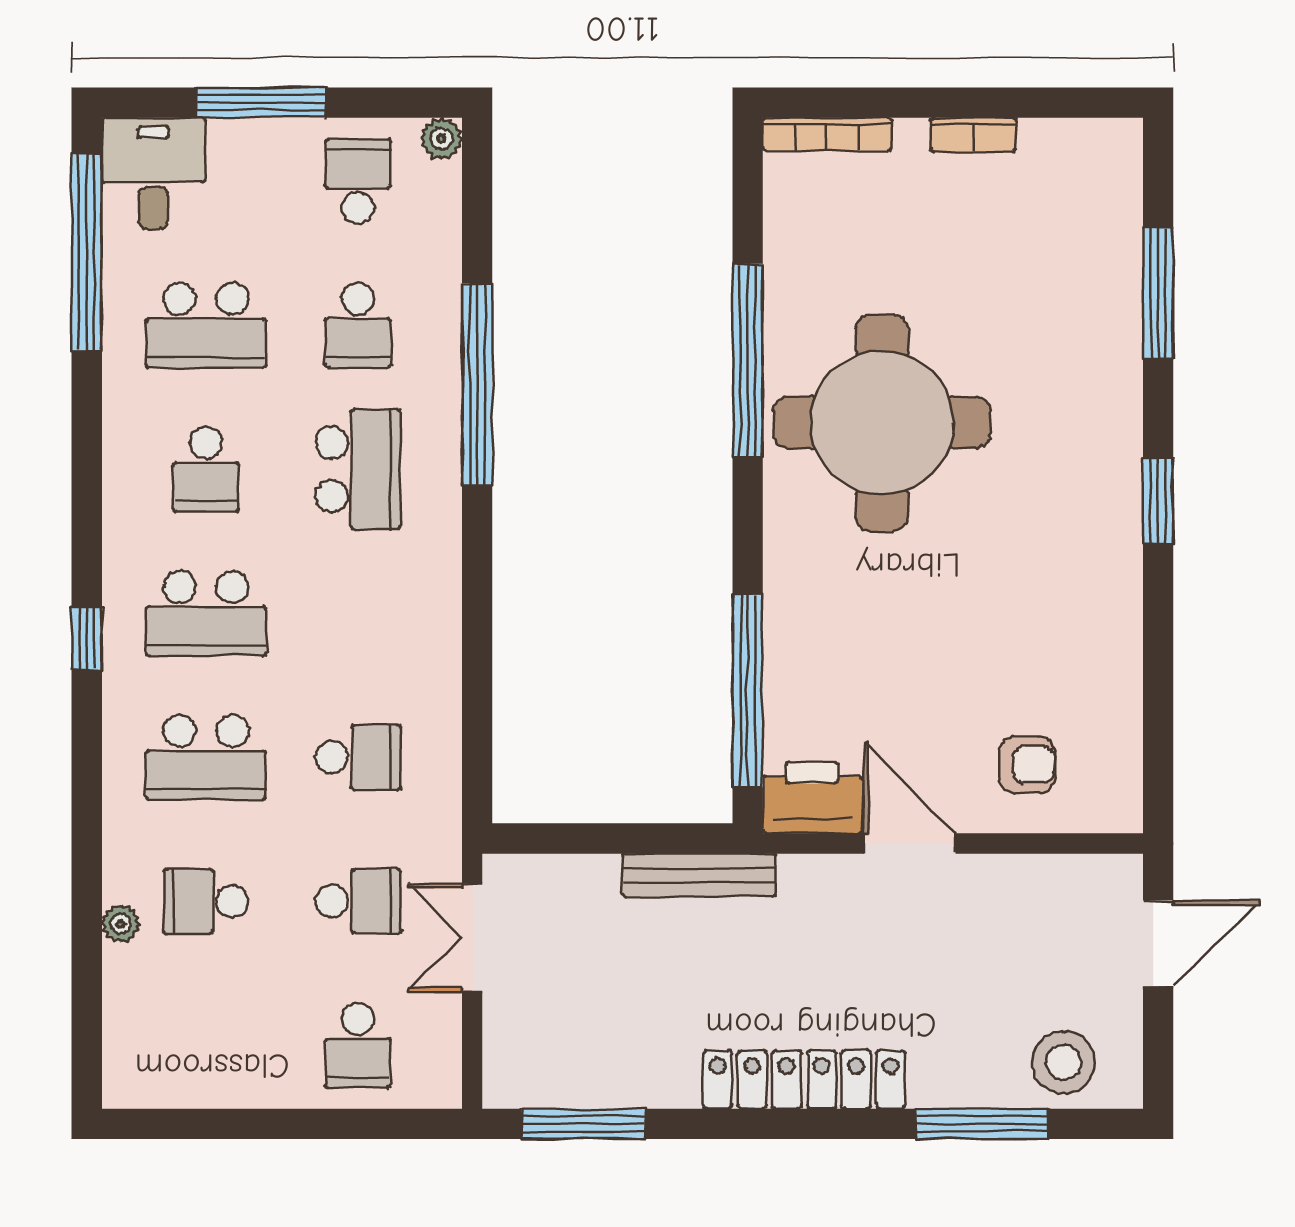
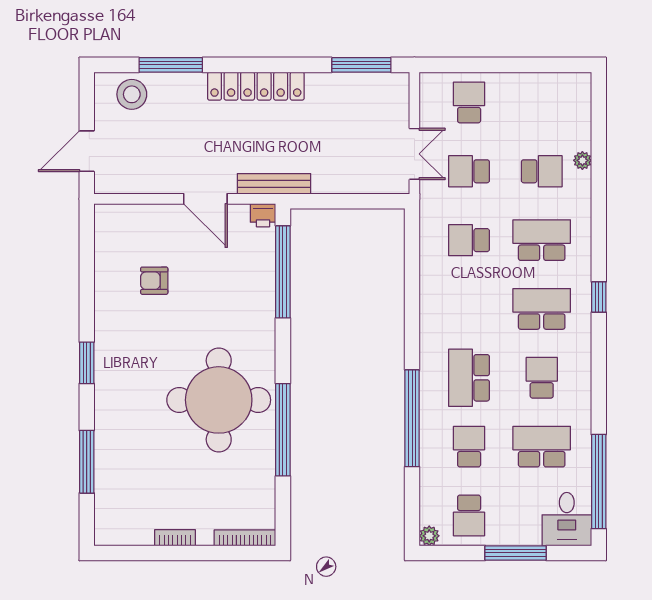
armchair: (1027, 765) -> (154, 281), moved
printer: (812, 798) -> (263, 215), width x0.53, depth x0.68
bench: (699, 875) -> (274, 184), moved

